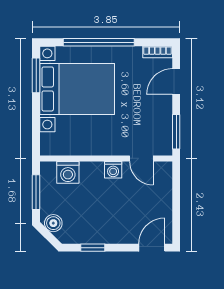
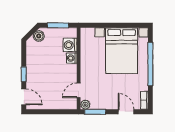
window: (36, 75) -> (130, 25), removed
plant: (164, 148) -> (85, 105), added
washing machine: (113, 170) -> (72, 58), moved
window: (93, 248) -> (24, 74), moved

